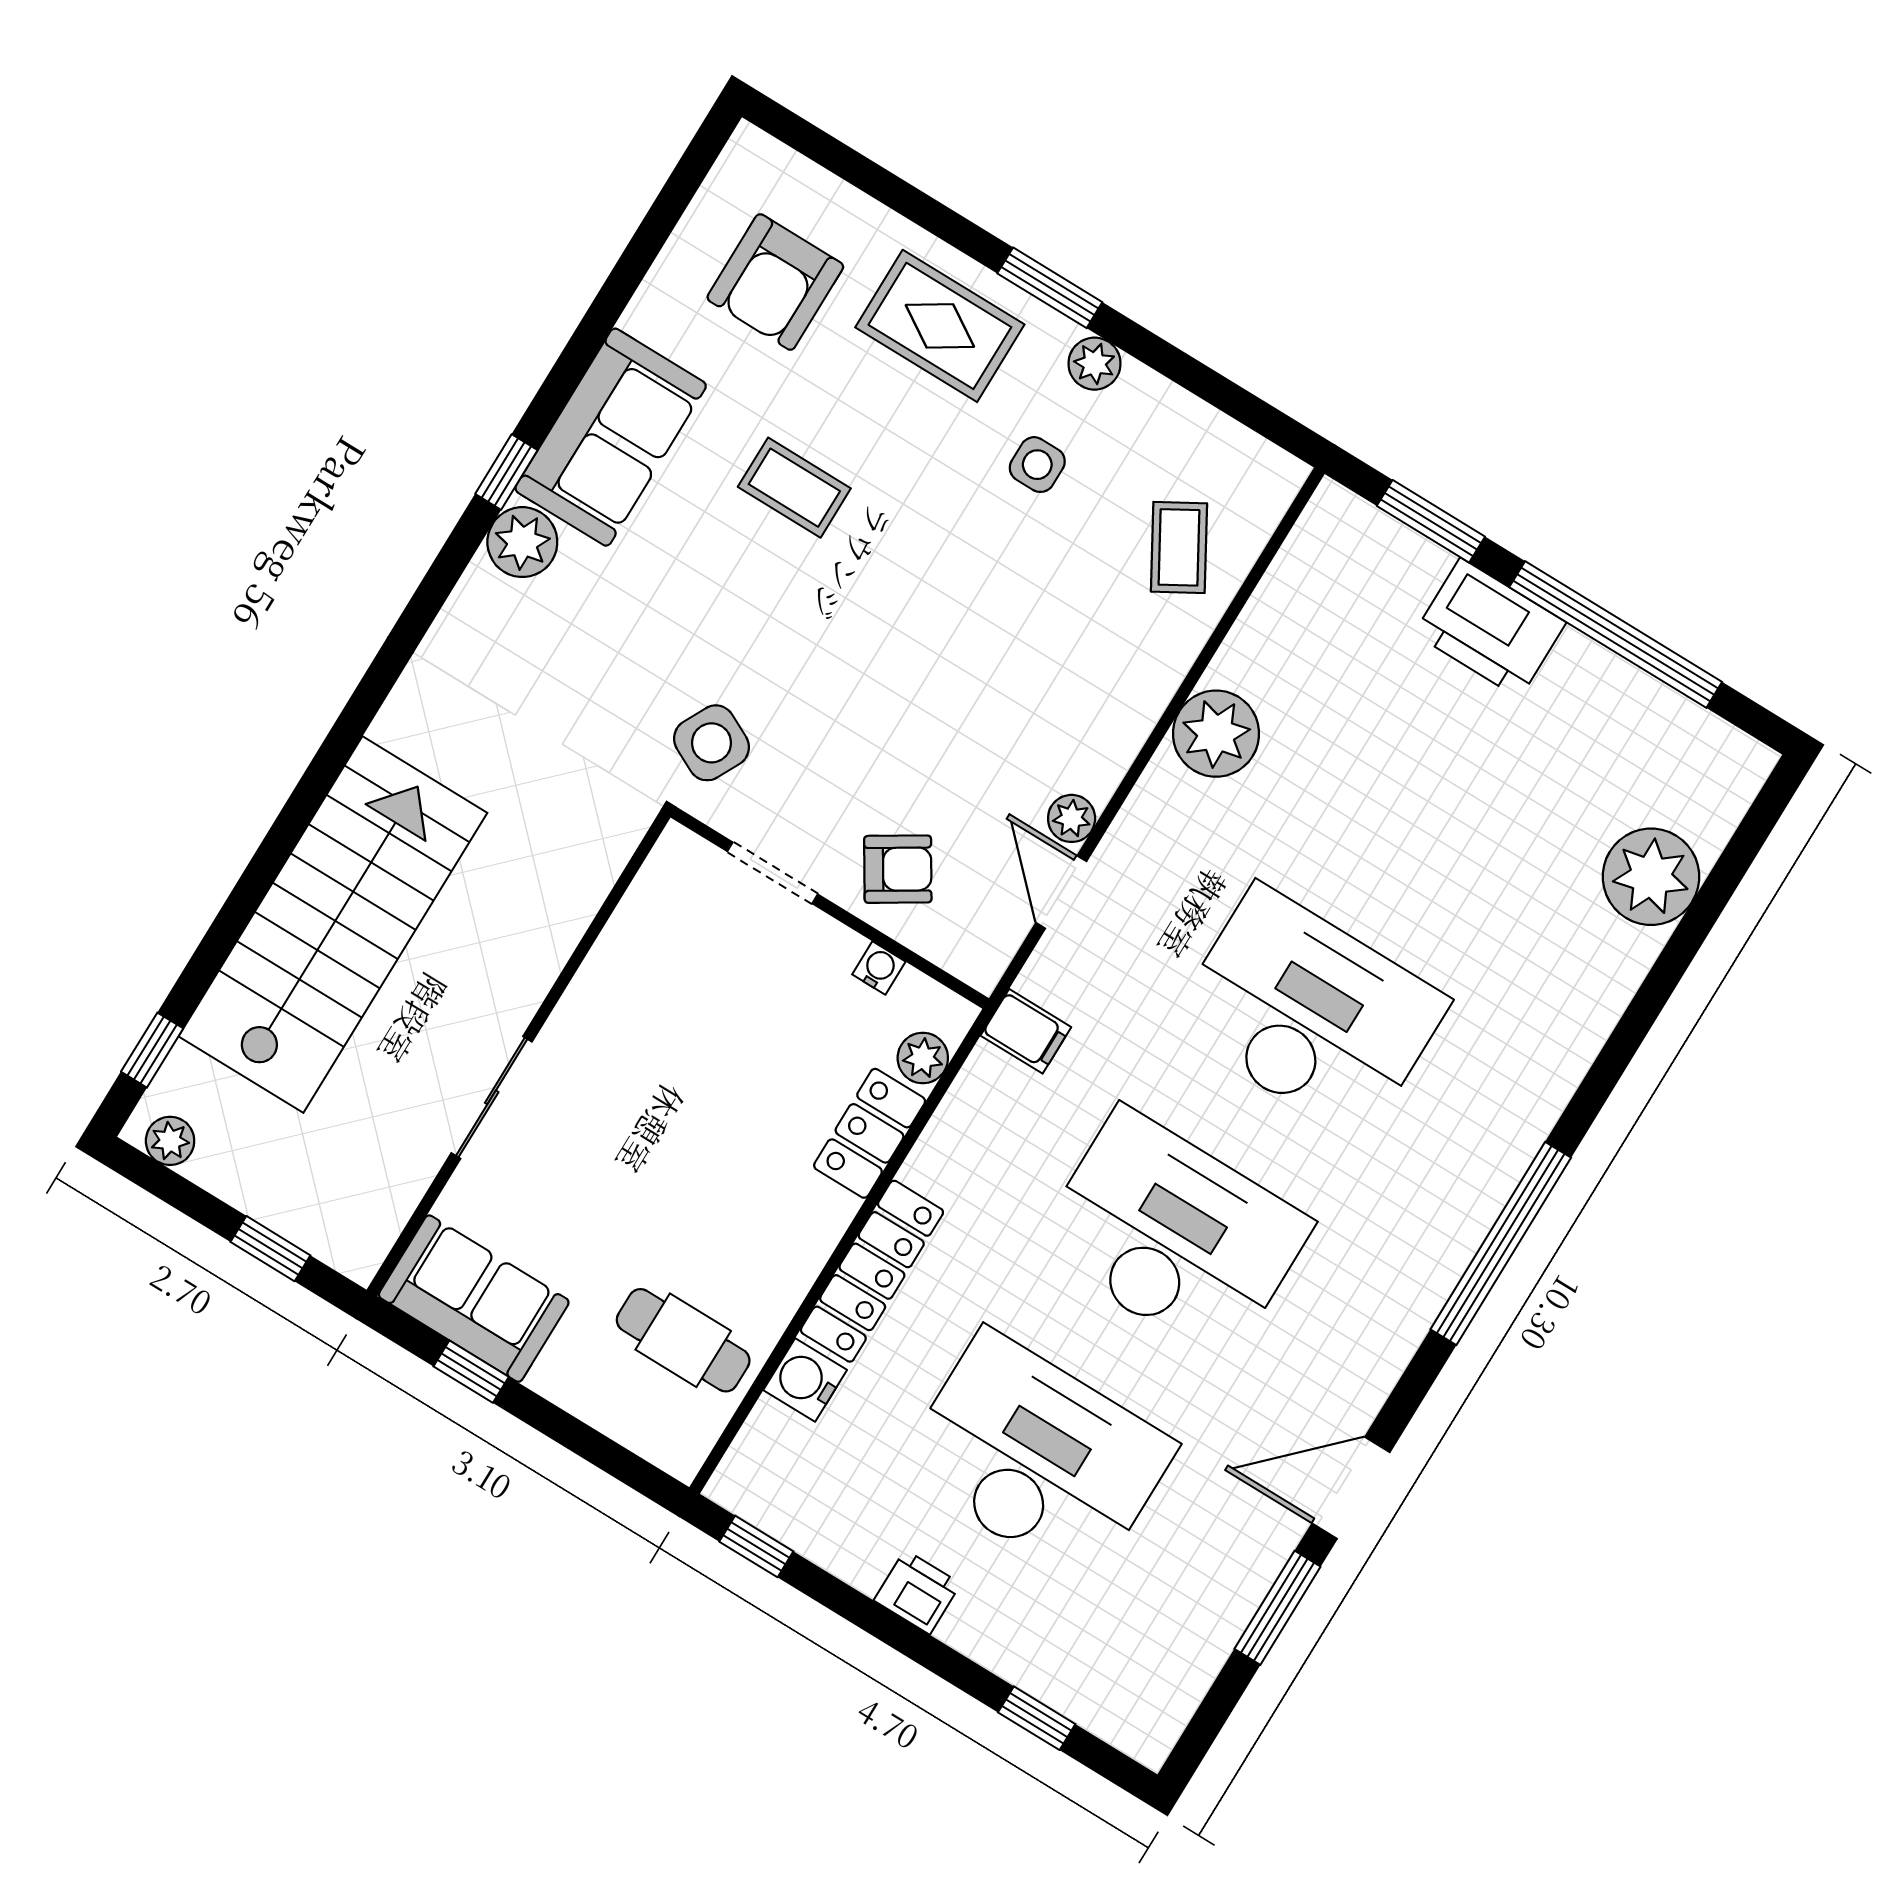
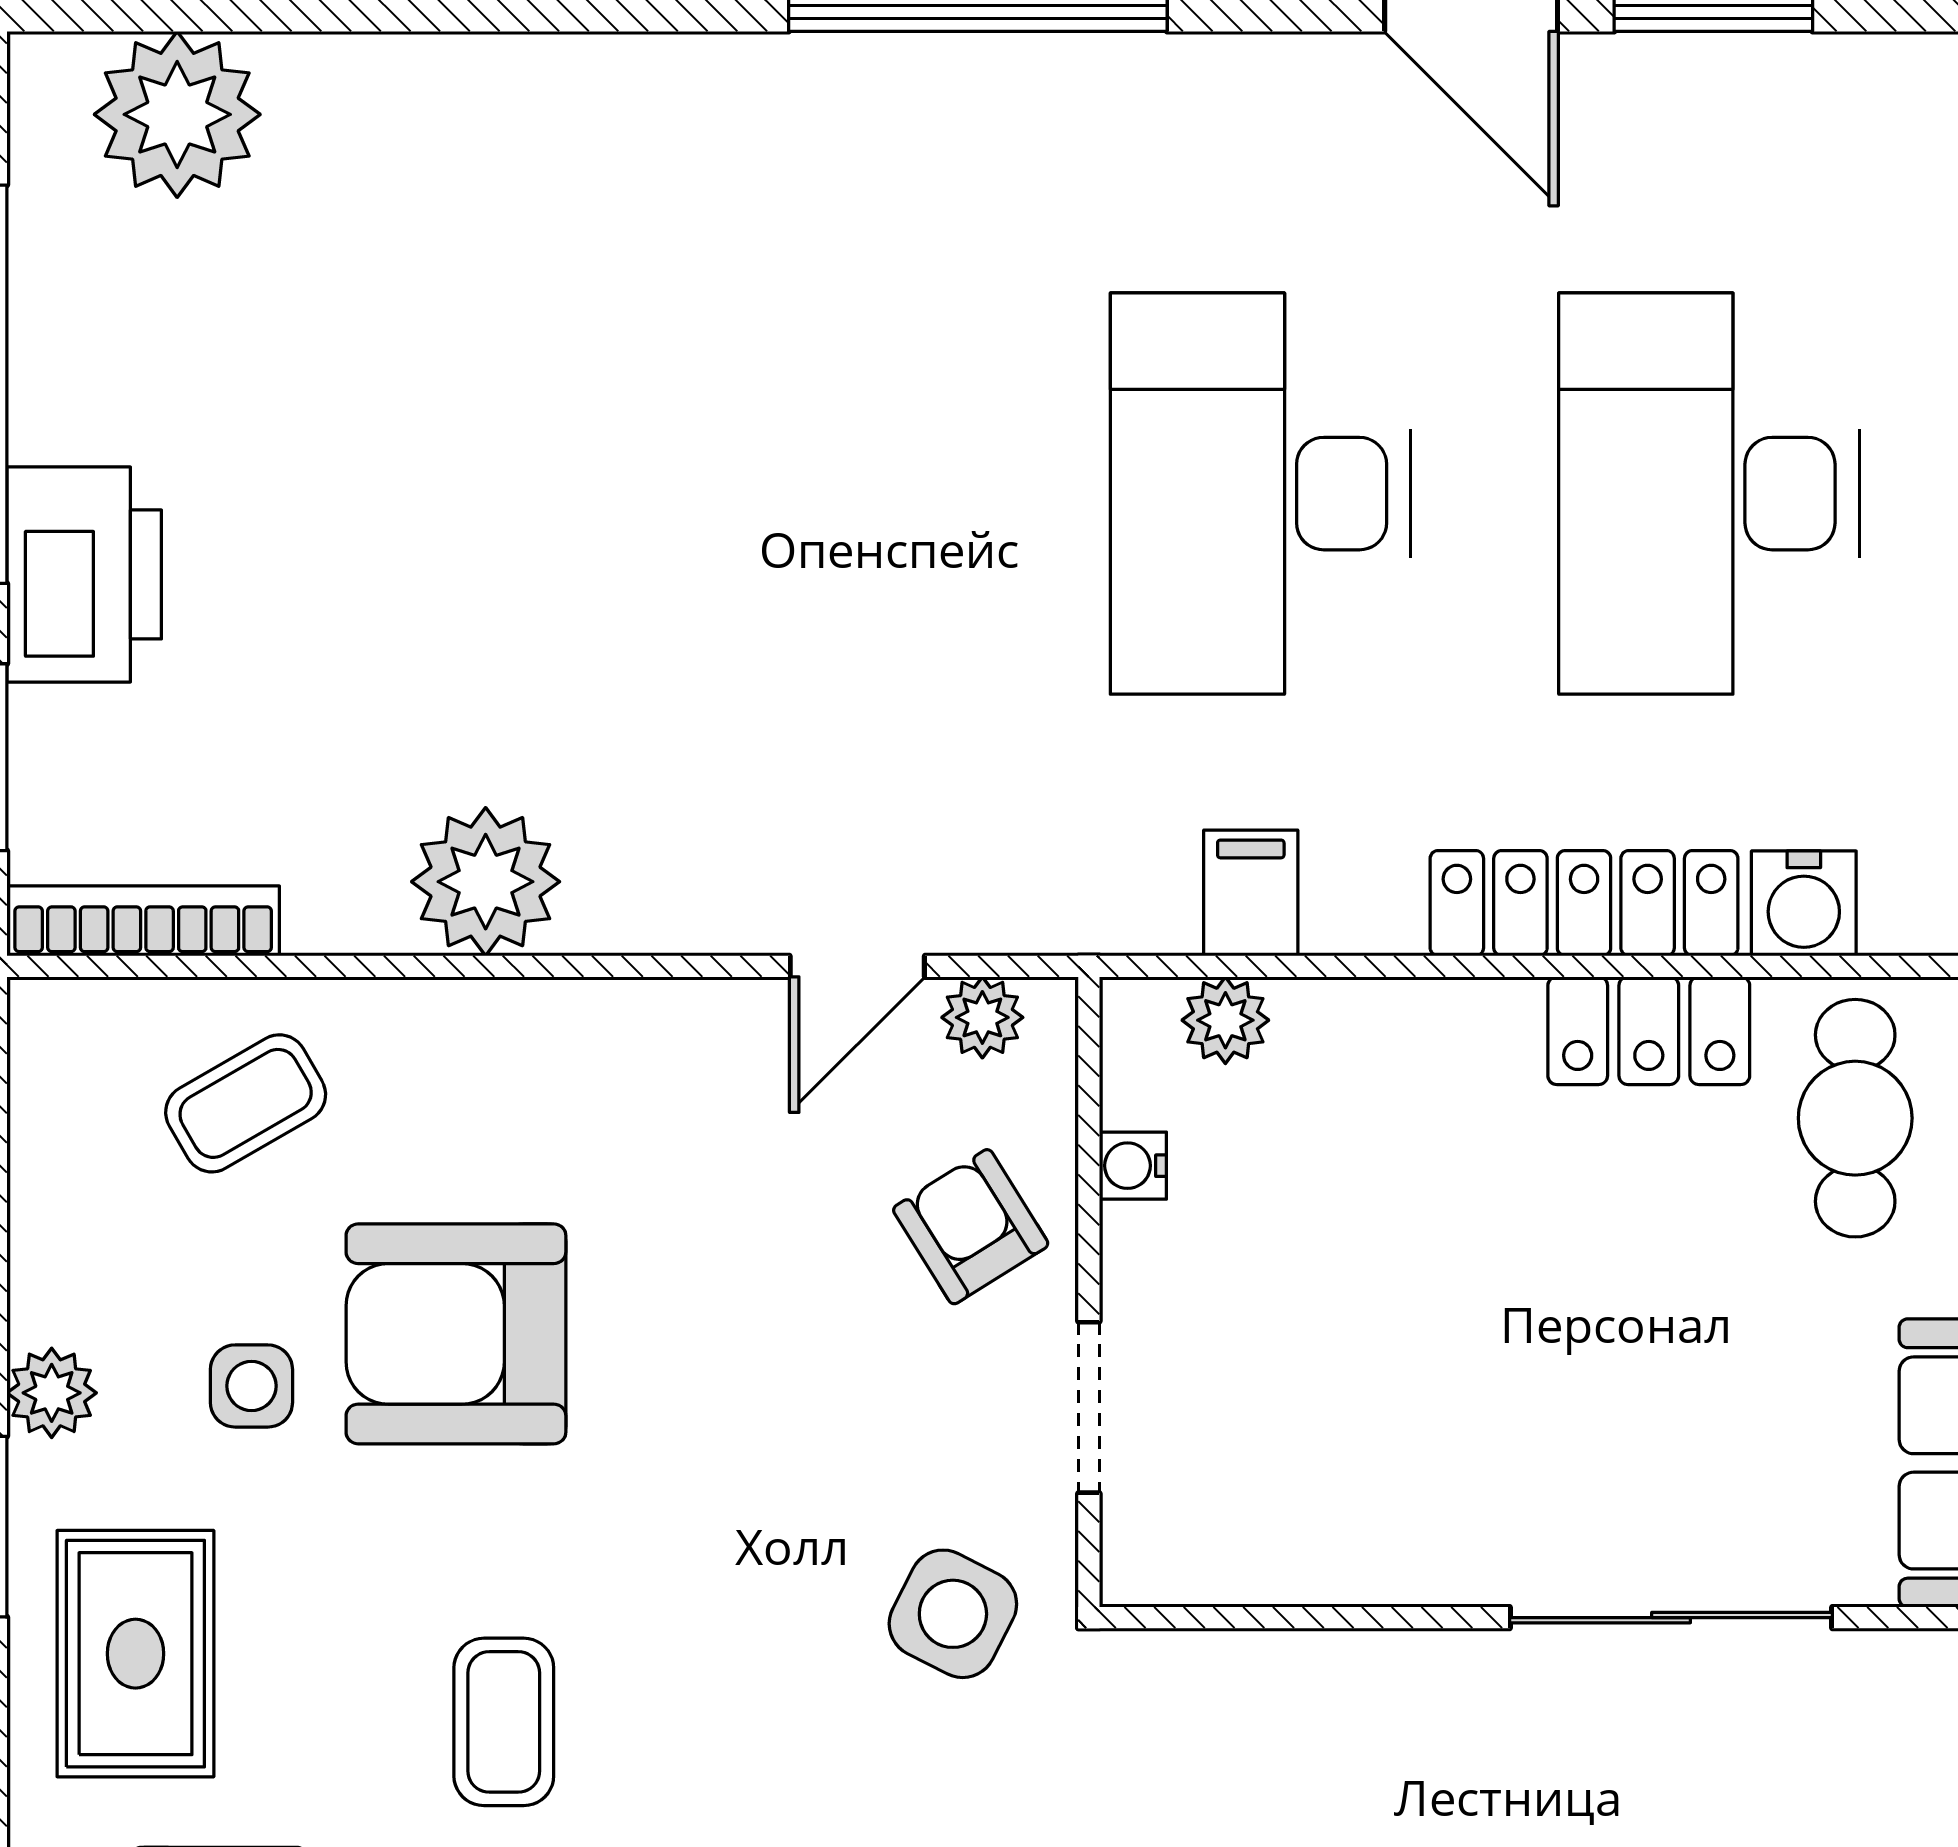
bookcase: (1300, 552) -> (143, 921), added
armchair: (1001, 582) -> (456, 1334), added
plant: (1072, 818) -> (982, 1017), moved
plant: (1651, 877) -> (177, 114), moved
desk: (1309, 1013) -> (812, 494), removed
filing cabinet: (1026, 1031) -> (1251, 893), moved
sliding door: (492, 1097) -> (1671, 1618), width x1.37
locker: (870, 1133) -> (1649, 1031), moved

